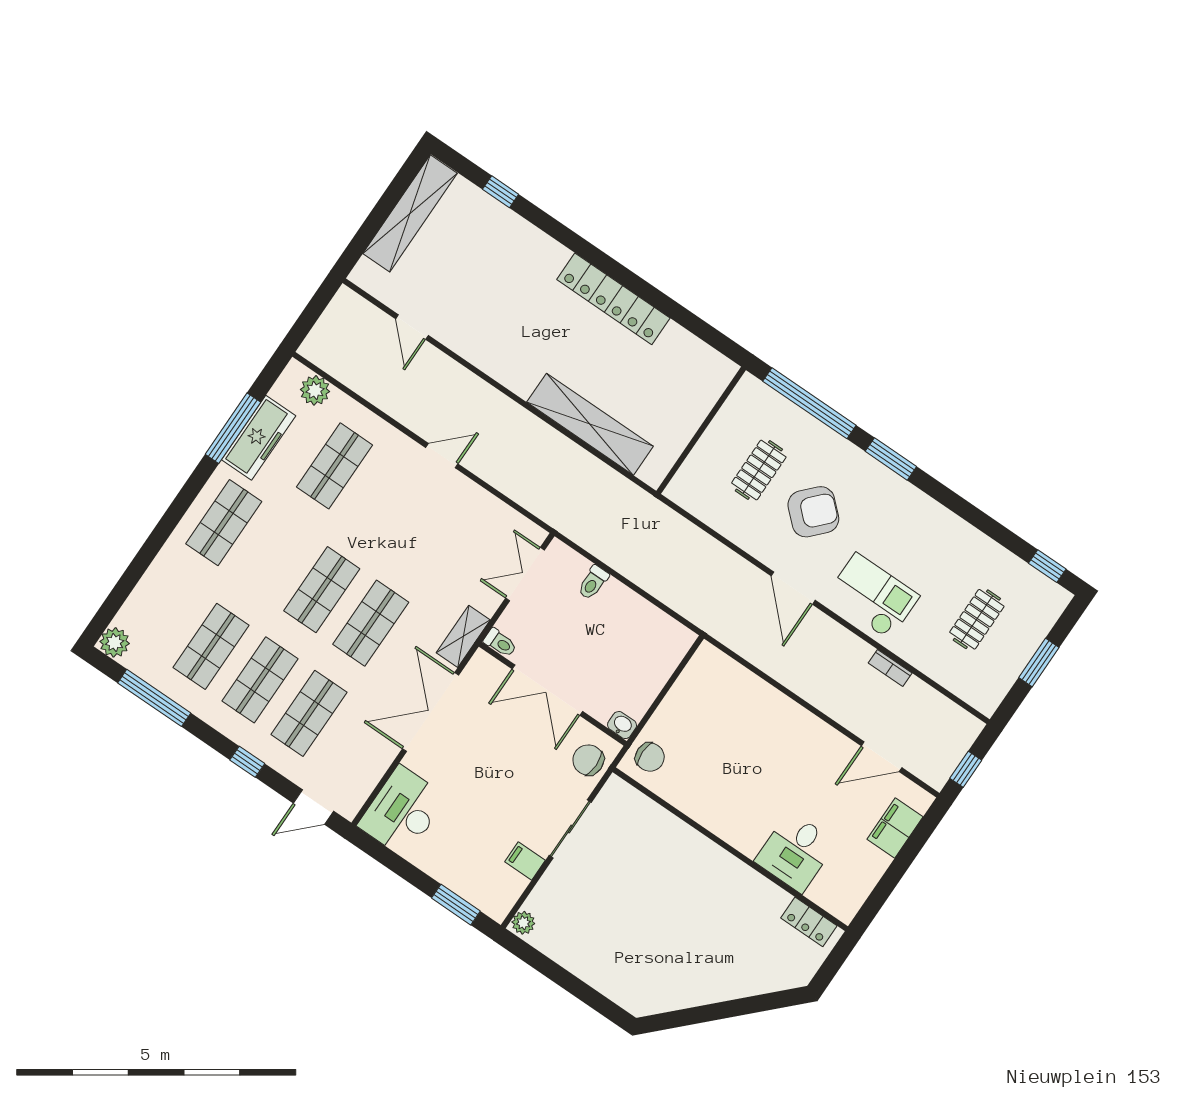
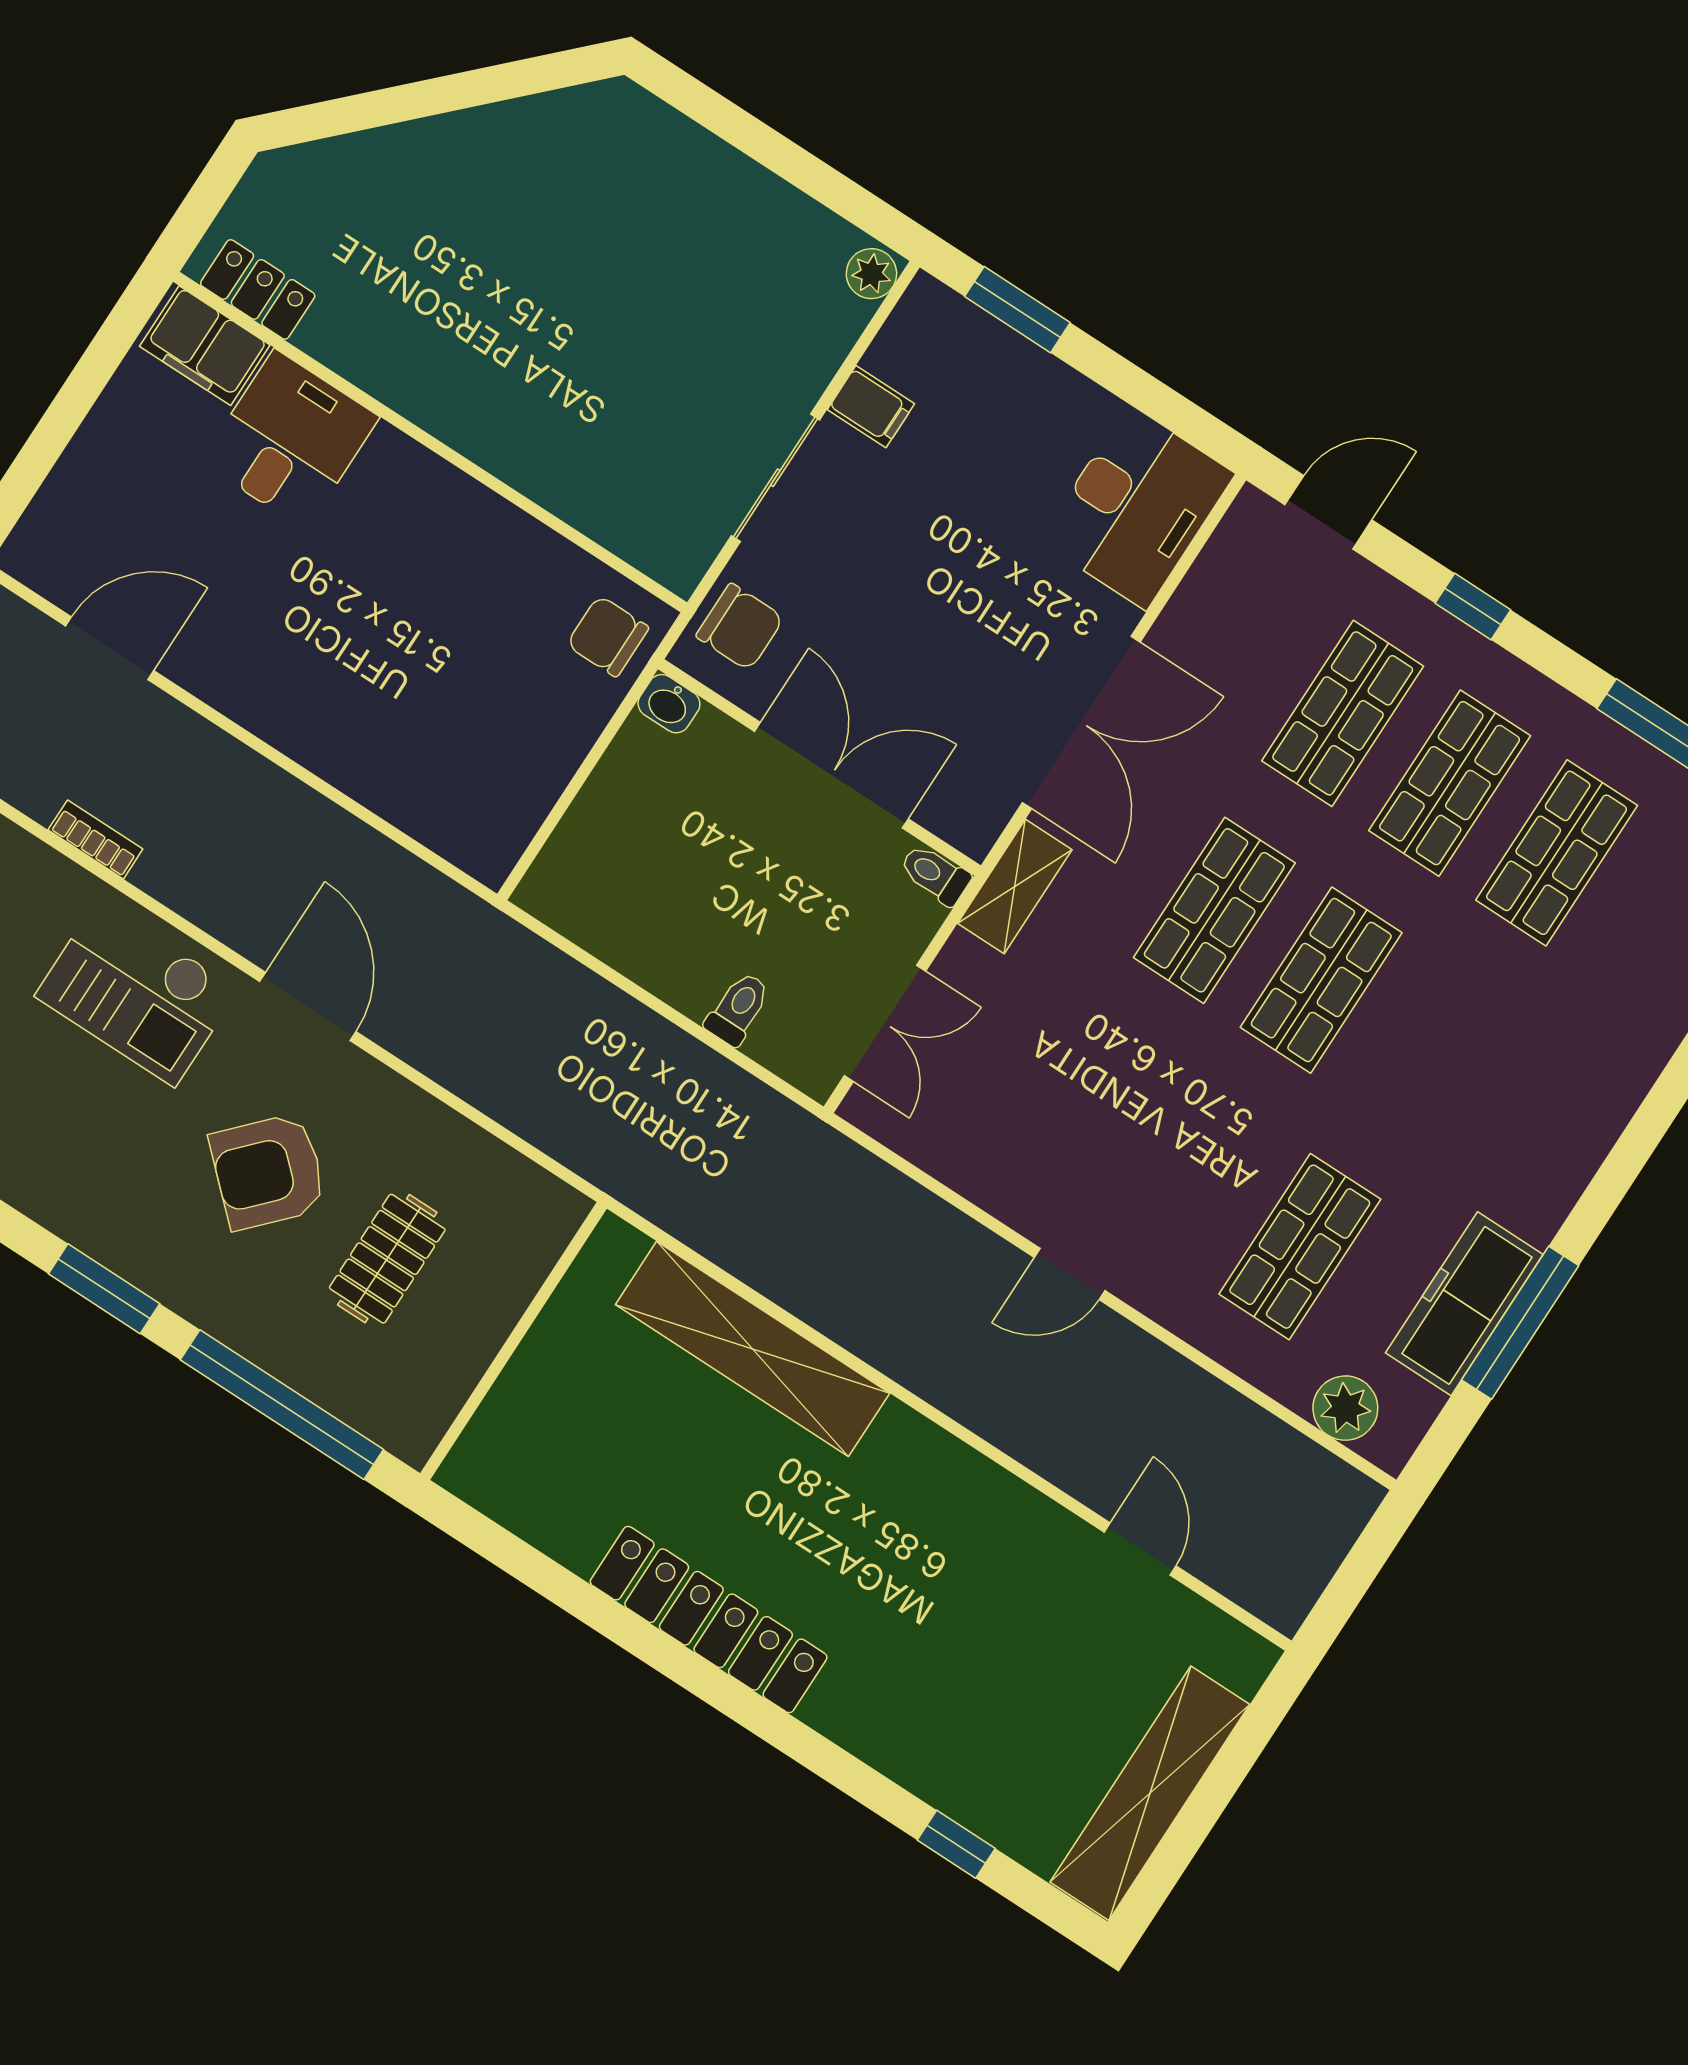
shop shelf: (224, 523) -> (1535, 1119), removed
filing cabinet: (895, 828) -> (205, 346), moved, turned 90

